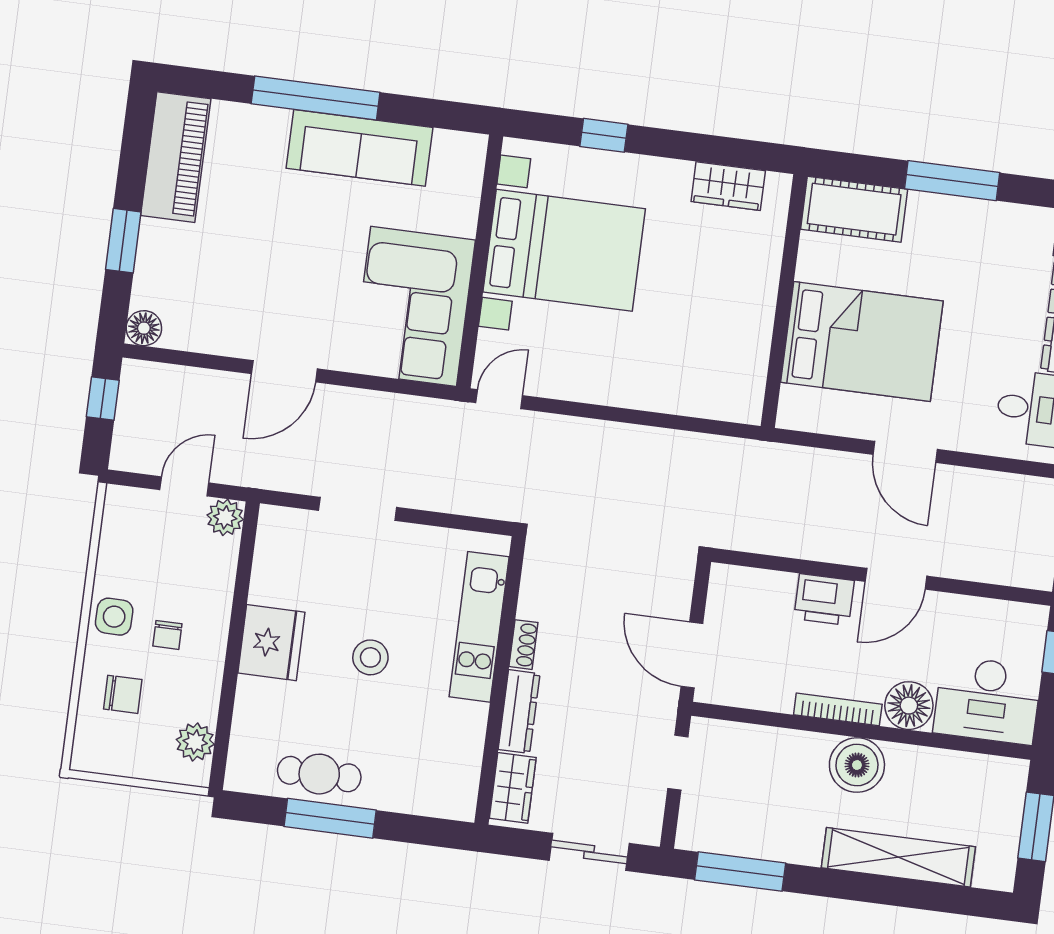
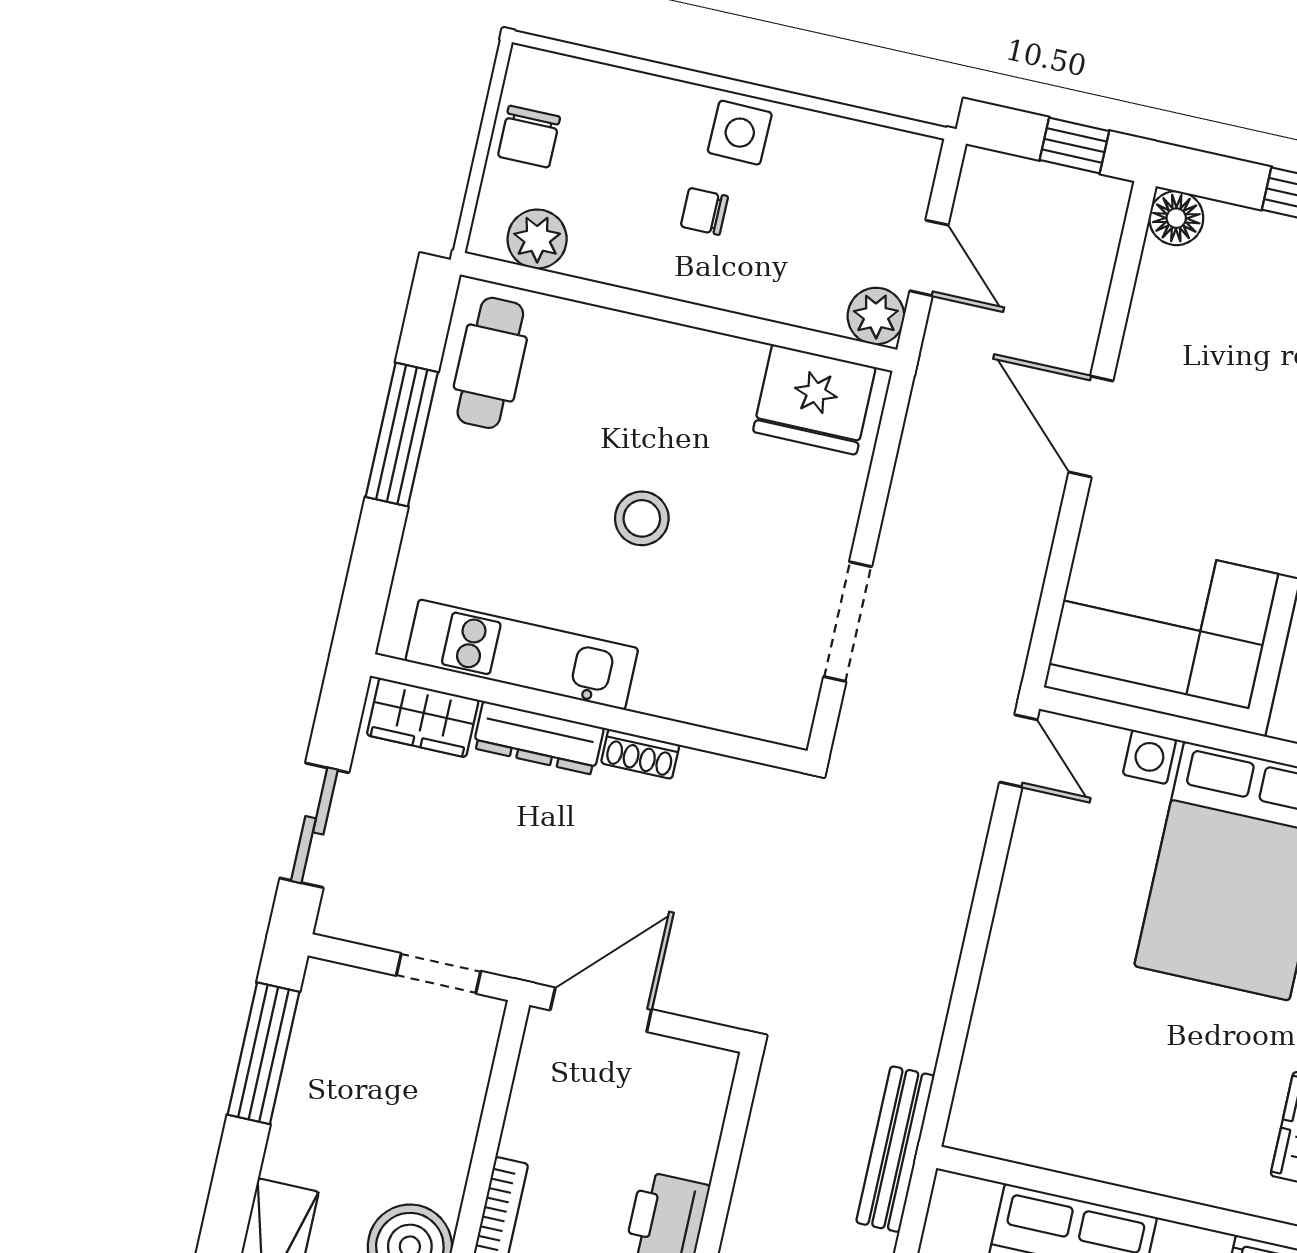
bench: (765, 456) -> (895, 1149), added
doorway: (357, 509) -> (848, 622), moved
kitchen unit: (479, 627) -> (522, 655), moved
fridge: (271, 643) -> (814, 400), moved
chair: (123, 694) -> (529, 137), moved
cafe table: (319, 774) -> (490, 363), moved

